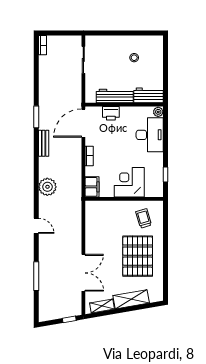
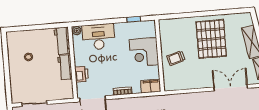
workbench: (115, 96) -> (65, 67), width x0.73
trolley: (144, 218) -> (176, 58), moved
pallet: (138, 256) -> (211, 39), turned 90

